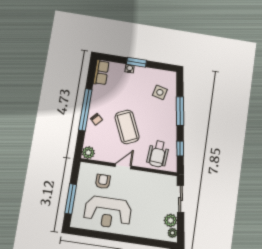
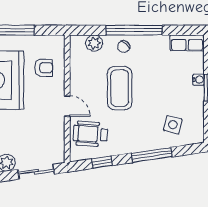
coffee table: (127, 127) -> (120, 88), turned -66
plant: (88, 153) -> (94, 43), moved
door: (123, 166) -> (67, 106), moved

